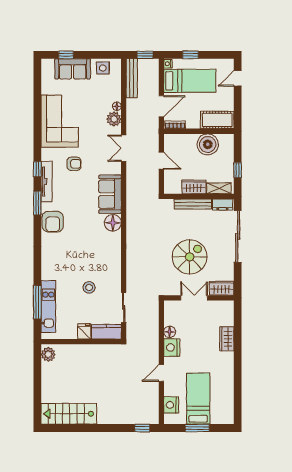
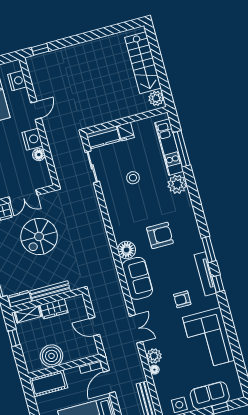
armchair: (53, 222) -> (160, 235), moved, turned 90
plant: (50, 270) -> (177, 184), added
stairs: (69, 414) -> (143, 63), moved, turned 90

